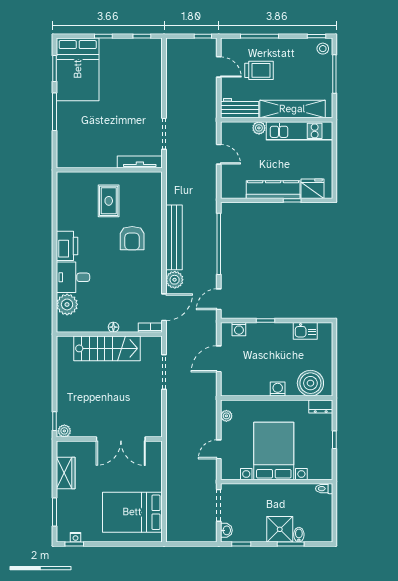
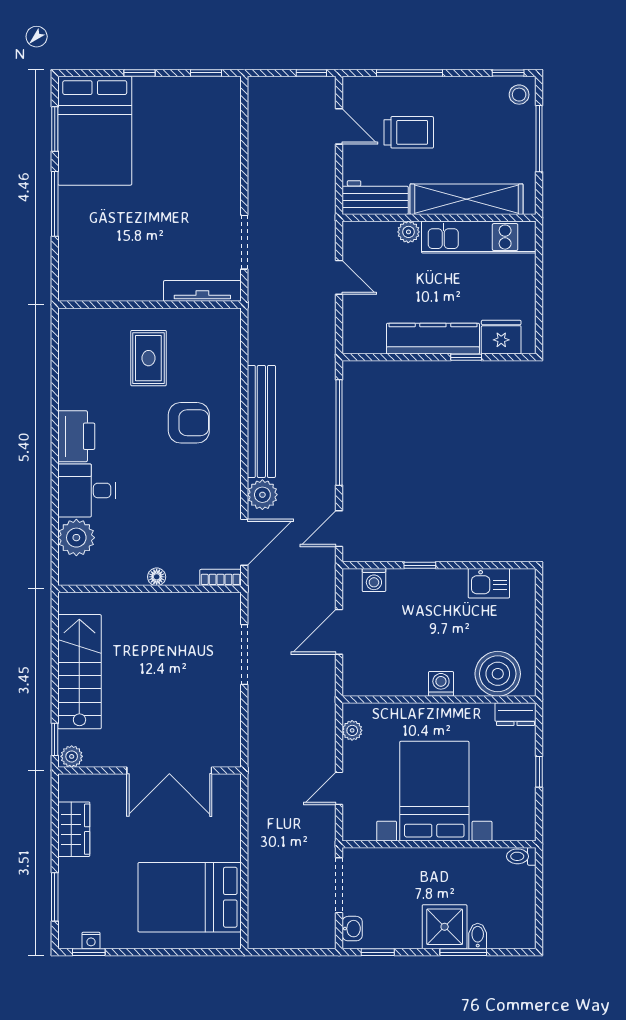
armchair: (132, 238) -> (189, 423), turned -90
stairs: (107, 348) -> (79, 672), moved, turned -90

